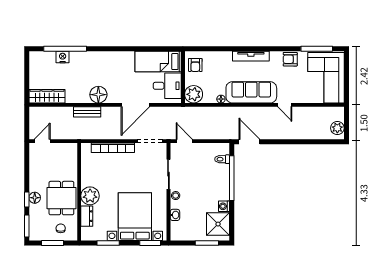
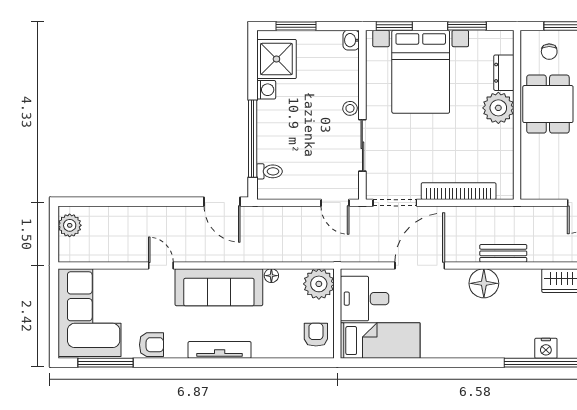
washbasin: (175, 215) -> (351, 40), moved

